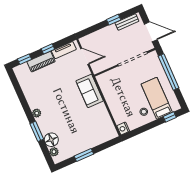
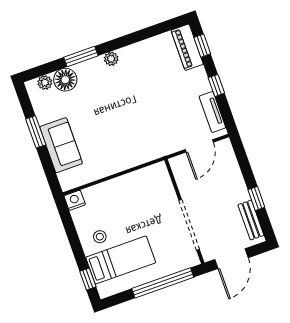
piano: (41, 62) -> (187, 47), moved
sofa: (90, 91) -> (61, 145), moved, turned 90

